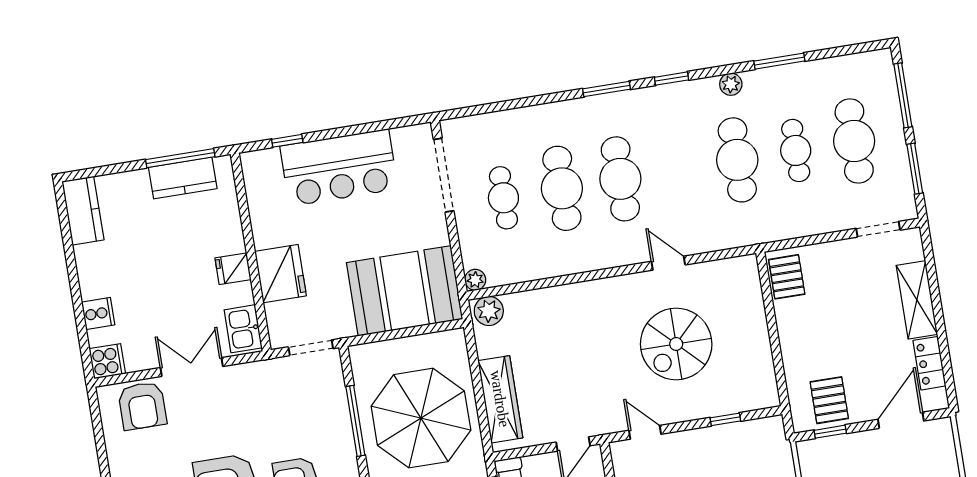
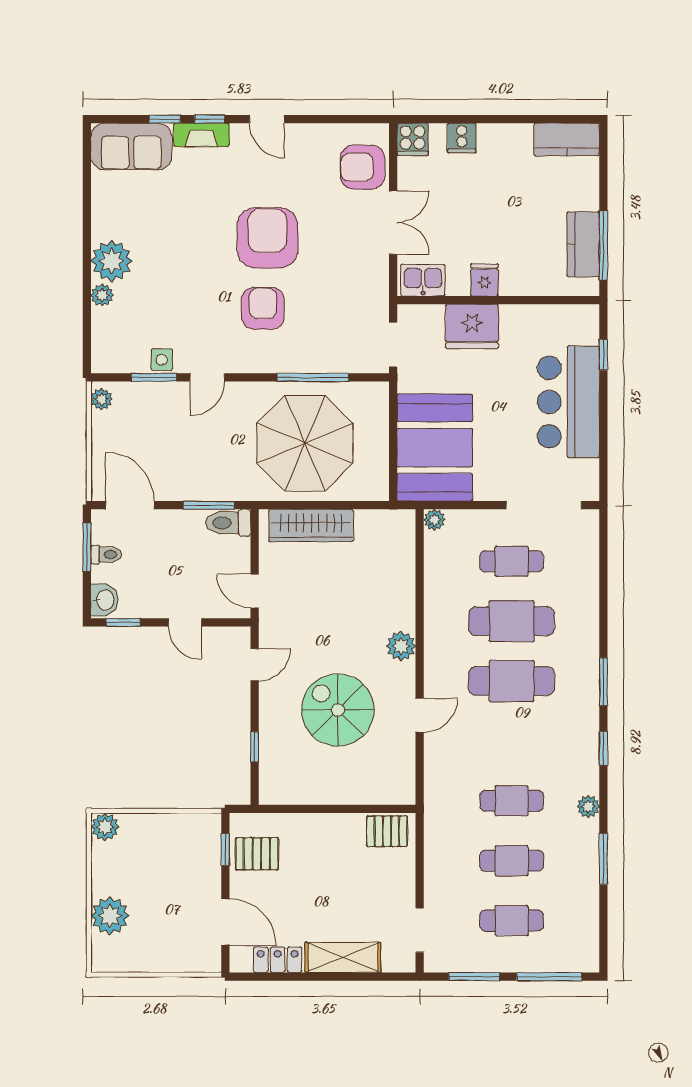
cafe table: (854, 141) -> (512, 921), width x0.73, depth x0.74
cafe table: (737, 160) -> (512, 801), width x0.73, depth x0.74
plant: (489, 311) -> (401, 646), moved

